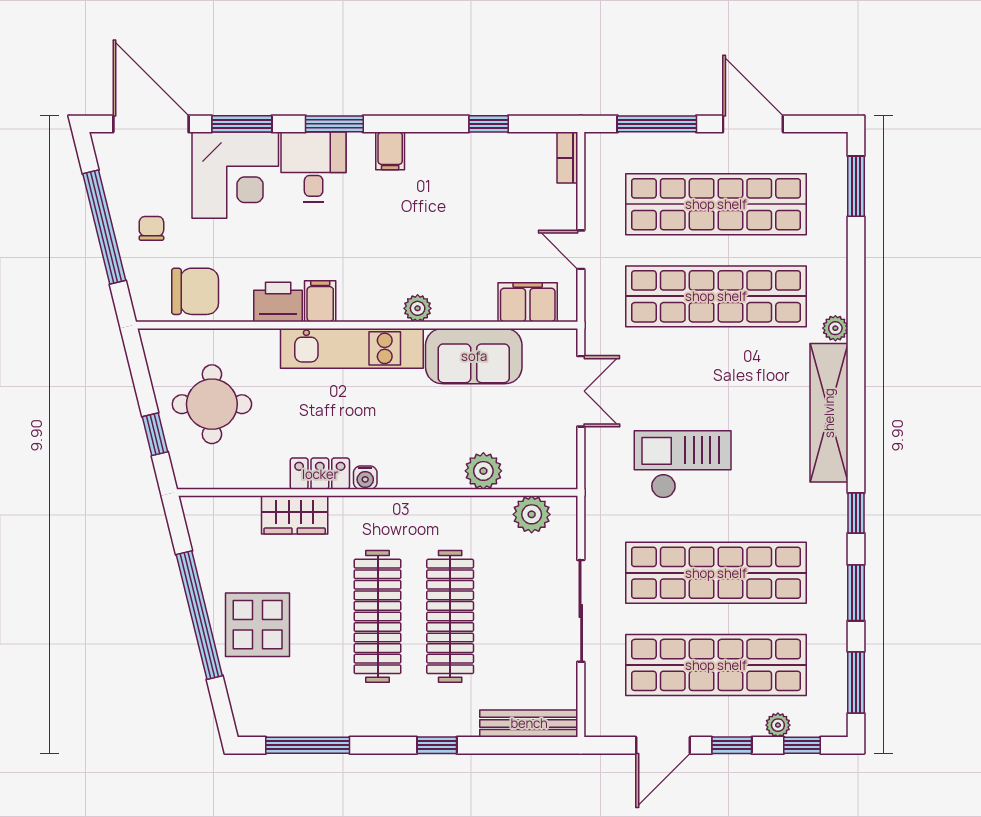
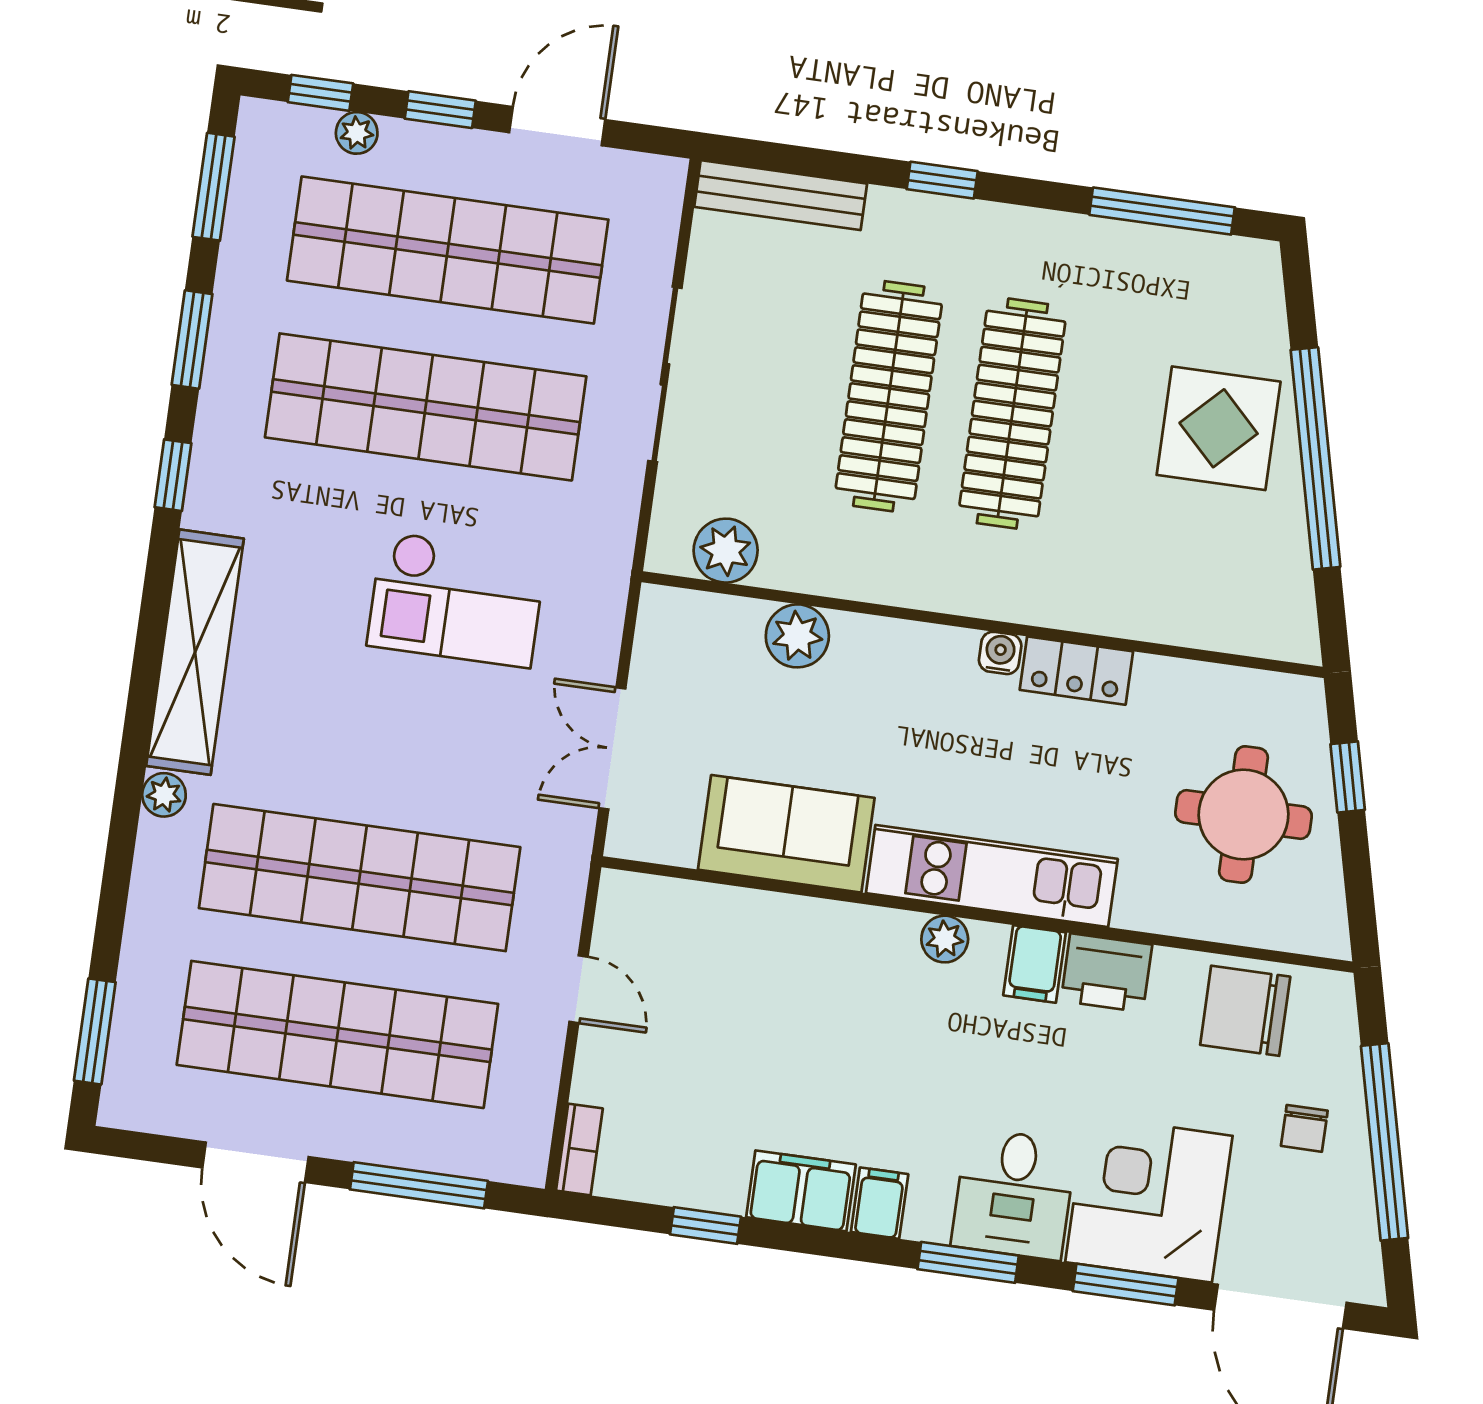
filing cabinet: (528, 302) -> (801, 1191), moved, turned 180
plant: (418, 308) -> (945, 939), moved
wardrobe: (295, 515) -> (1129, 606), removed

